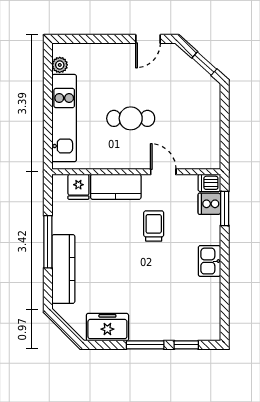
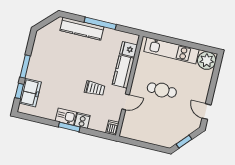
plant: (60, 65) -> (207, 60), width x1.88, depth x1.88
cafe table: (131, 118) -> (162, 90), turned 90
cooker: (209, 204) -> (82, 121), moved
window: (225, 208) -> (69, 127), moved
freezer: (107, 327) -> (30, 93), moved

